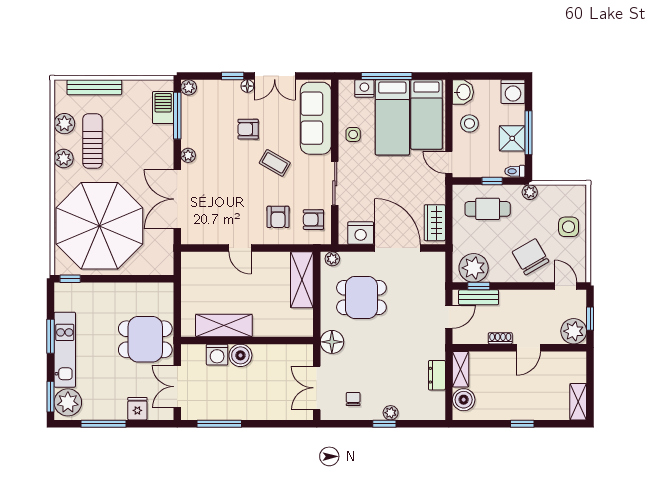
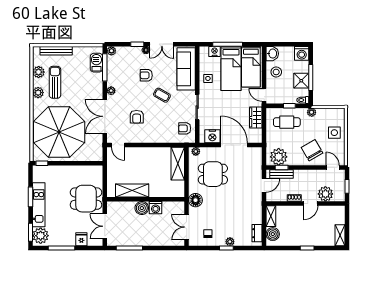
armchair: (278, 217) -> (137, 117), moved
wardrobe: (435, 223) -> (256, 117), moved
door: (240, 248) -> (118, 145), moved
plant: (574, 331) -> (325, 194), moved
washing machine: (217, 355) -> (156, 208), moved
dresser: (437, 375) -> (257, 233), moved

